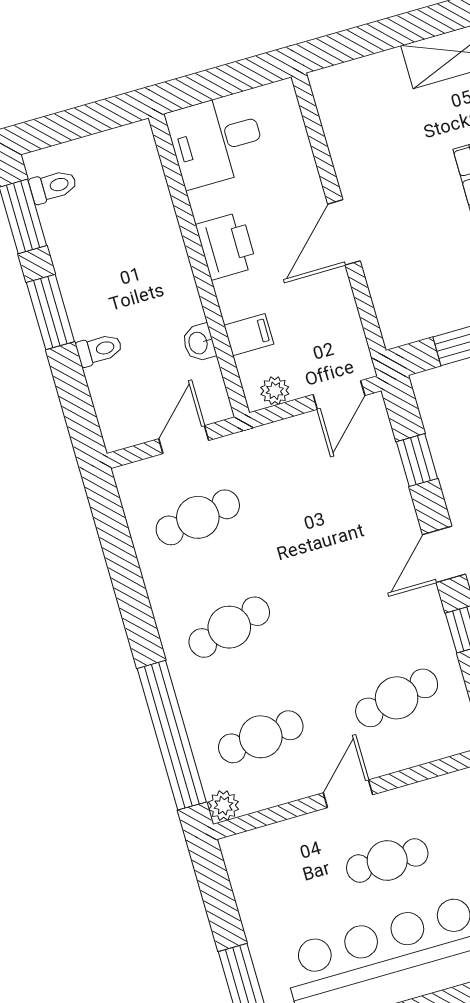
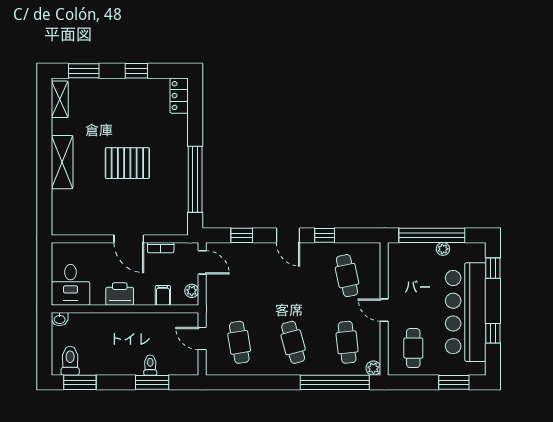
toilet: (53, 186) -> (70, 361), width x1.37, depth x1.39
bookcase: (345, 302) -> (161, 248), added
window: (50, 312) -> (152, 382), moved
washbasin: (199, 343) -> (60, 319), moved
cafe table: (387, 860) -> (413, 348), moved

